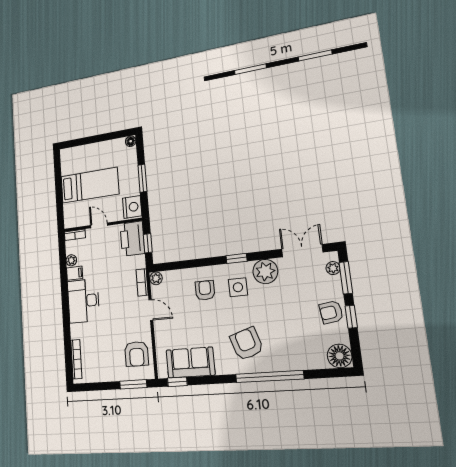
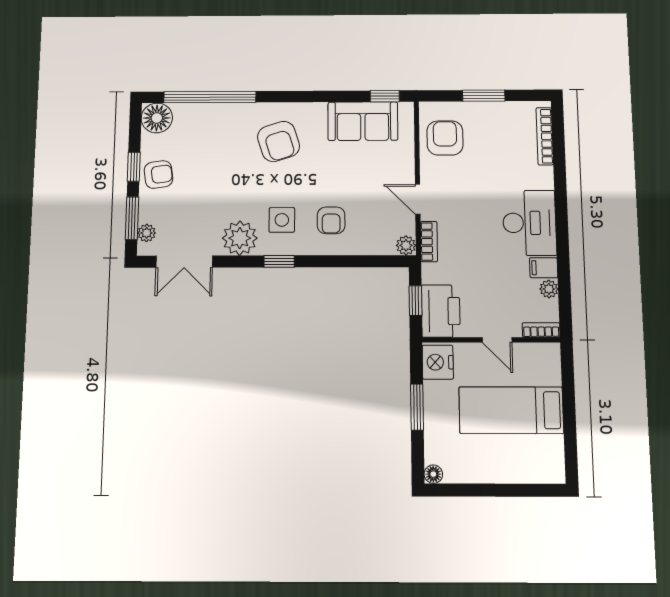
window: (269, 377) -> (210, 97), moved
window: (133, 384) -> (484, 96), moved

